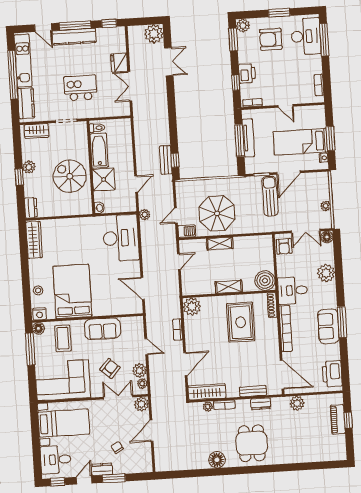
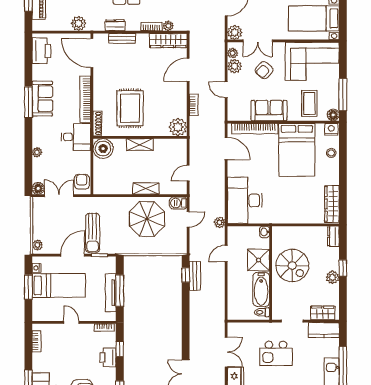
kitchen counter: (26, 103) -> (324, 330), moved, turned -90
plant: (326, 206) -> (37, 245), moved
plant: (326, 273) -> (37, 152), width x0.53, depth x0.53
bookcase: (115, 310) -> (255, 129), added

